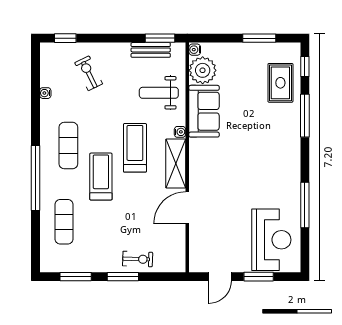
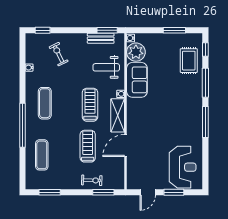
treadmill: (101, 177) -> (88, 146), moved
window: (305, 205) -> (205, 122), moved
window: (123, 277) -> (103, 192), moved

